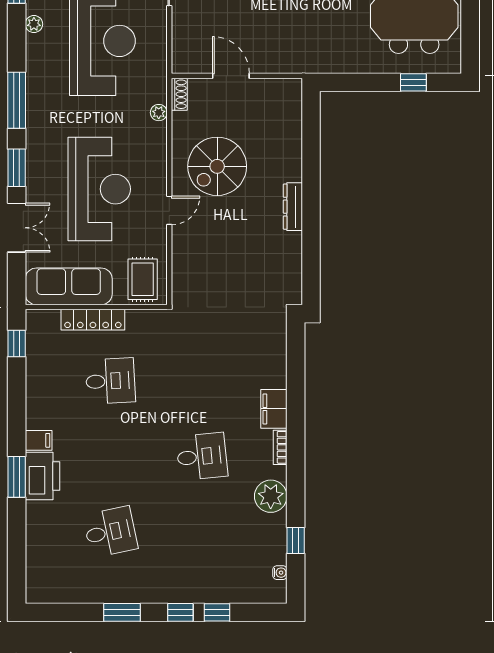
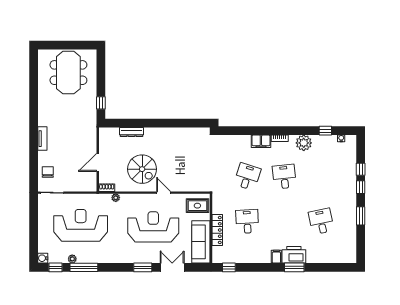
window: (413, 82) -> (101, 103), moved
window: (17, 100) -> (84, 267), moved
dresser: (293, 207) -> (132, 132), moved
desk: (202, 381) -> (247, 177), added

